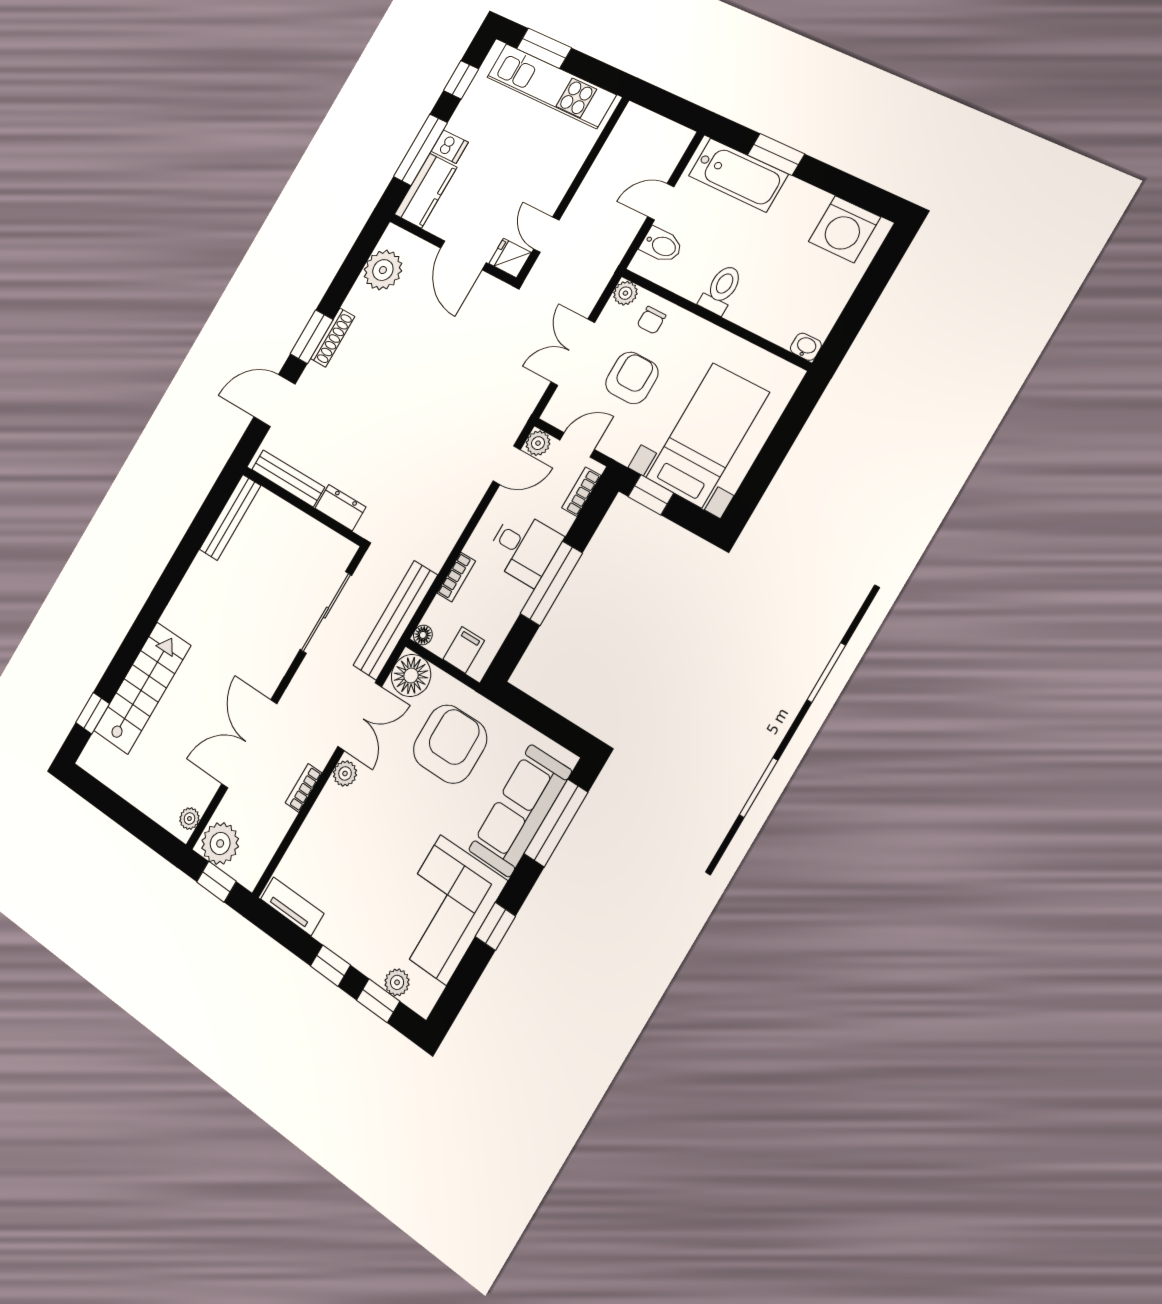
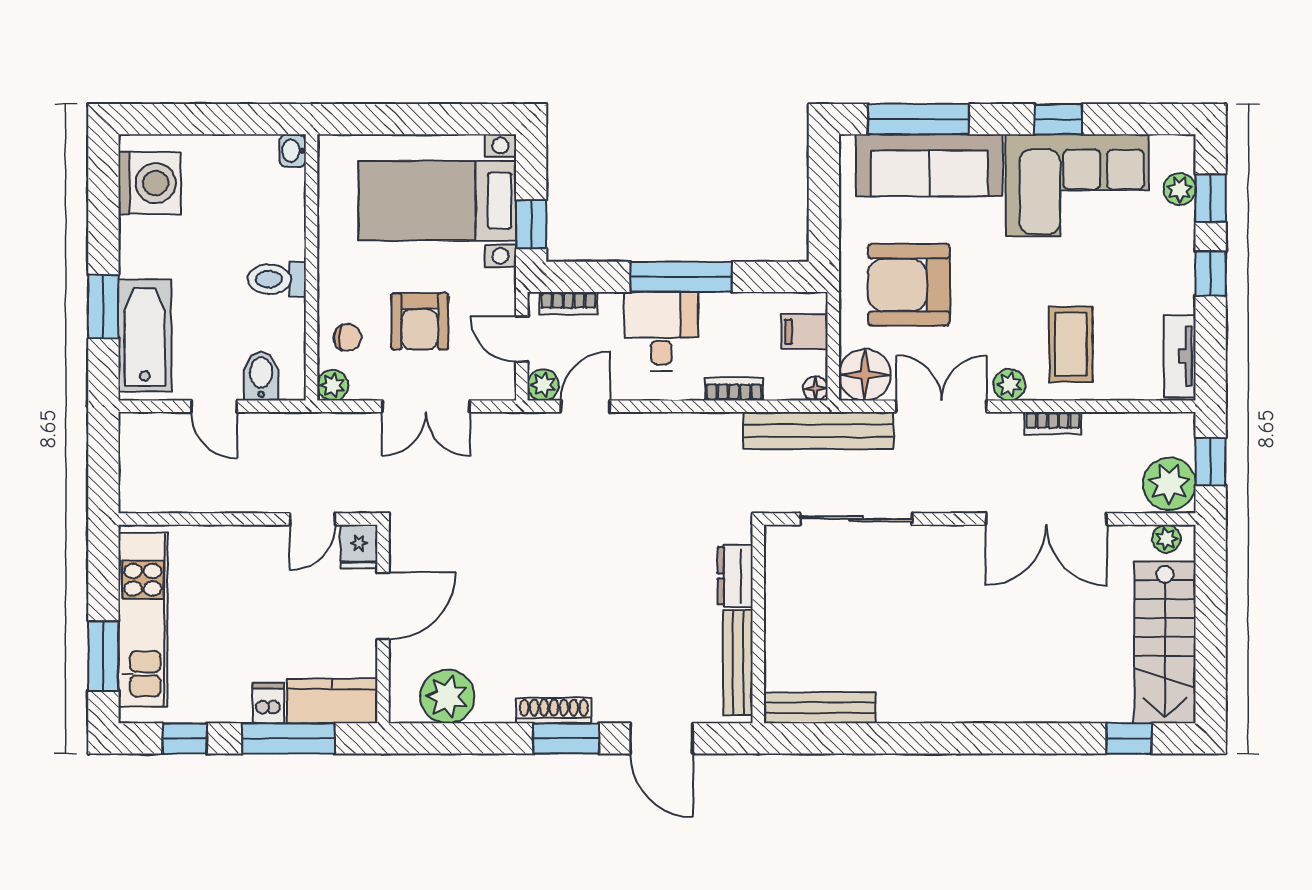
armchair: (632, 378) -> (420, 321), turned -90
door: (507, 465) -> (585, 406), hinge flipped
stairs: (142, 688) -> (1165, 642), moved, turned -90
coffee table: (344, 834) -> (1071, 344), added

